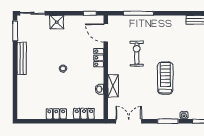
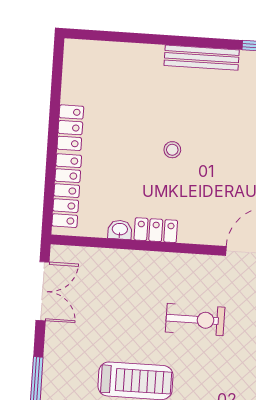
locker: (99, 58) -> (156, 230), moved
shelving: (113, 86) -> (125, 261), removed
locker: (84, 114) -> (67, 191), width x1.53

